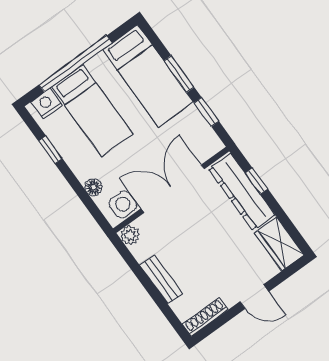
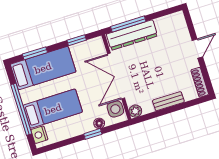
window: (179, 74) -> (35, 53), moved
window: (50, 150) -> (93, 134), moved
window: (256, 181) -> (128, 24), width x2.17
wardrobe: (279, 244) -> (171, 23), removed

